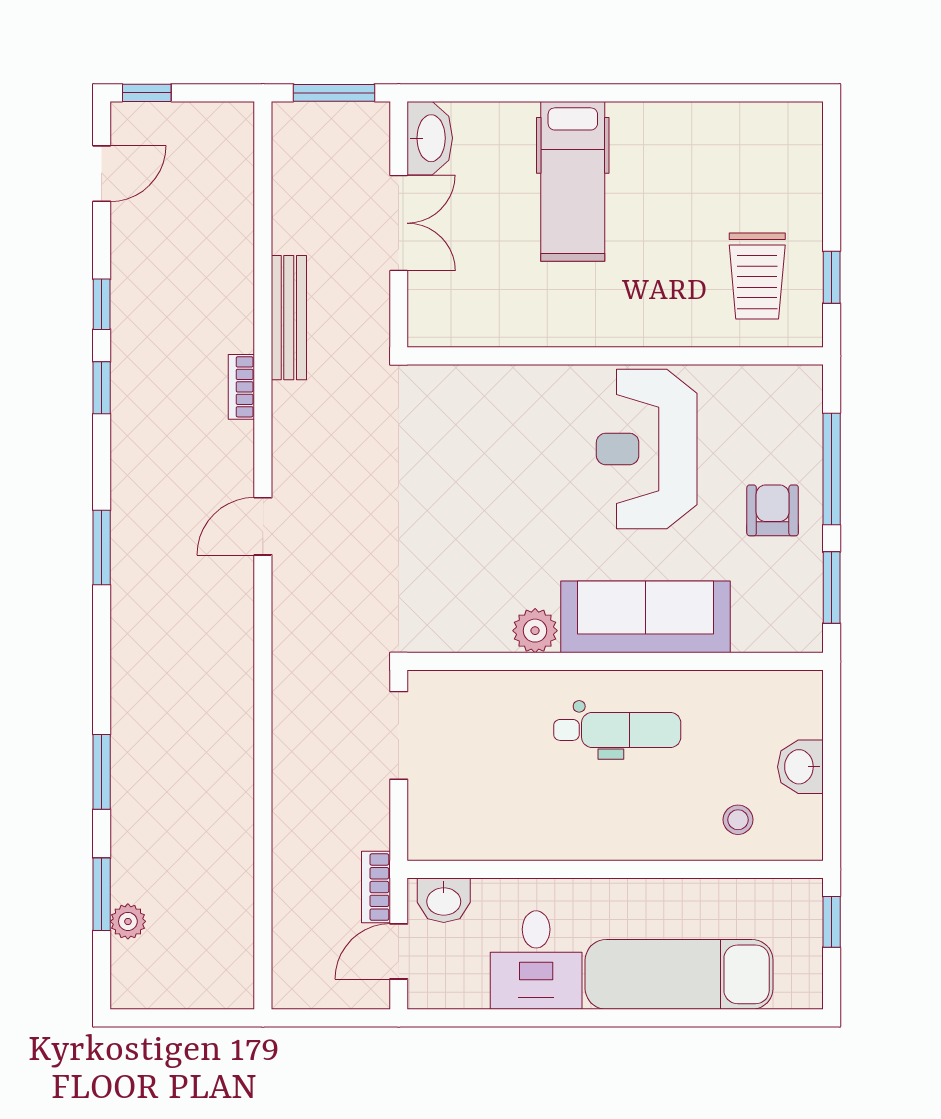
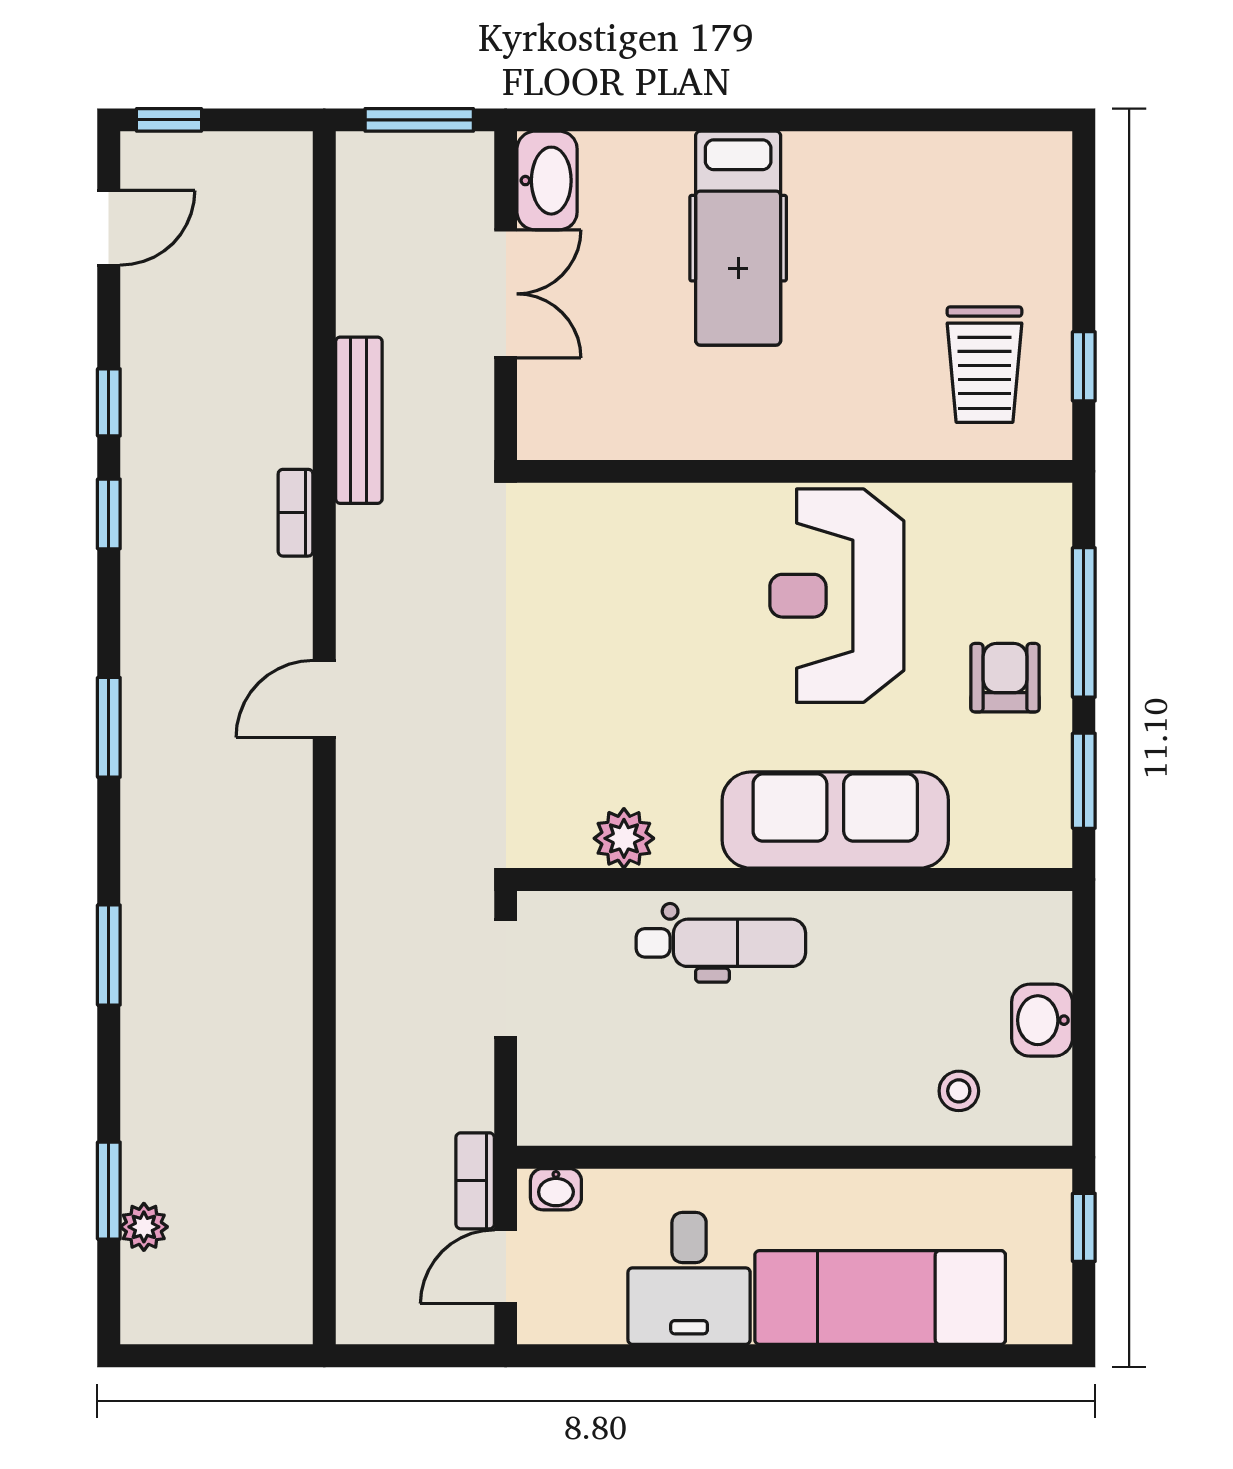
plant: (535, 631) -> (624, 838), moved
dental chair: (617, 730) -> (721, 943), moved
window: (102, 772) -> (109, 955), moved
washbasin: (444, 900) -> (556, 1189), width x0.72, depth x0.69

